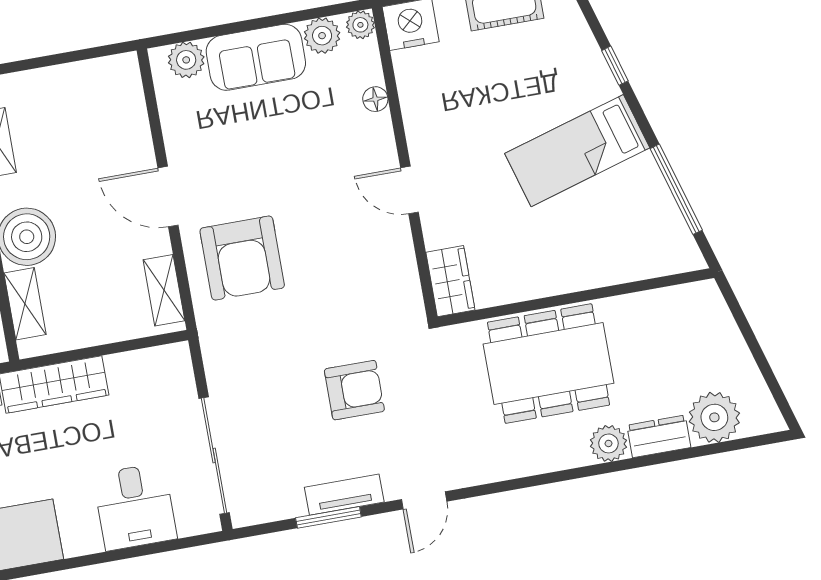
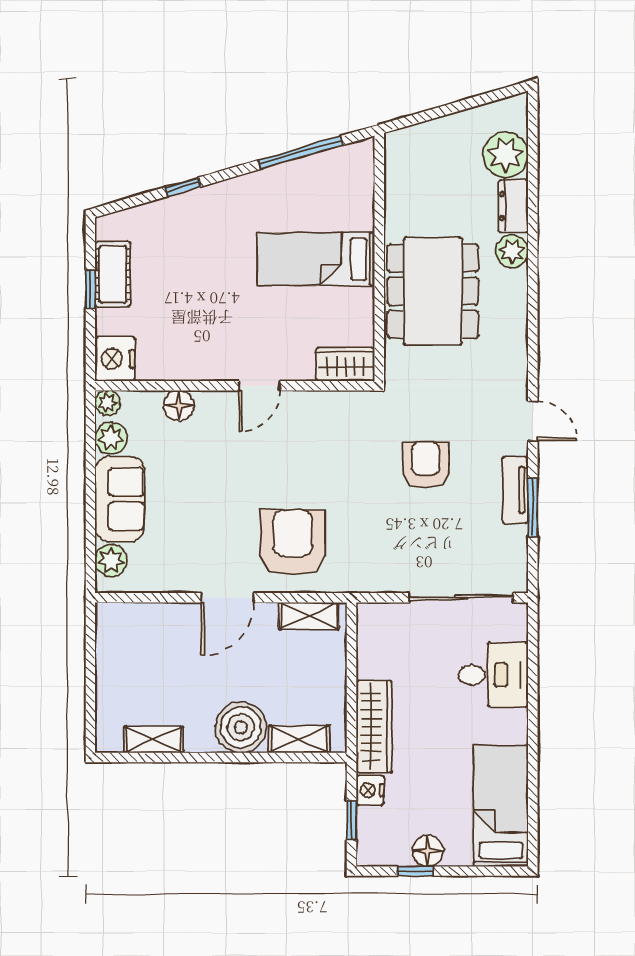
floor lamp: (375, 99) -> (179, 405), width x1.37, depth x1.37
bed: (577, 151) -> (316, 259), moved, turned 106
armchair: (242, 258) -> (293, 542), turned -90

